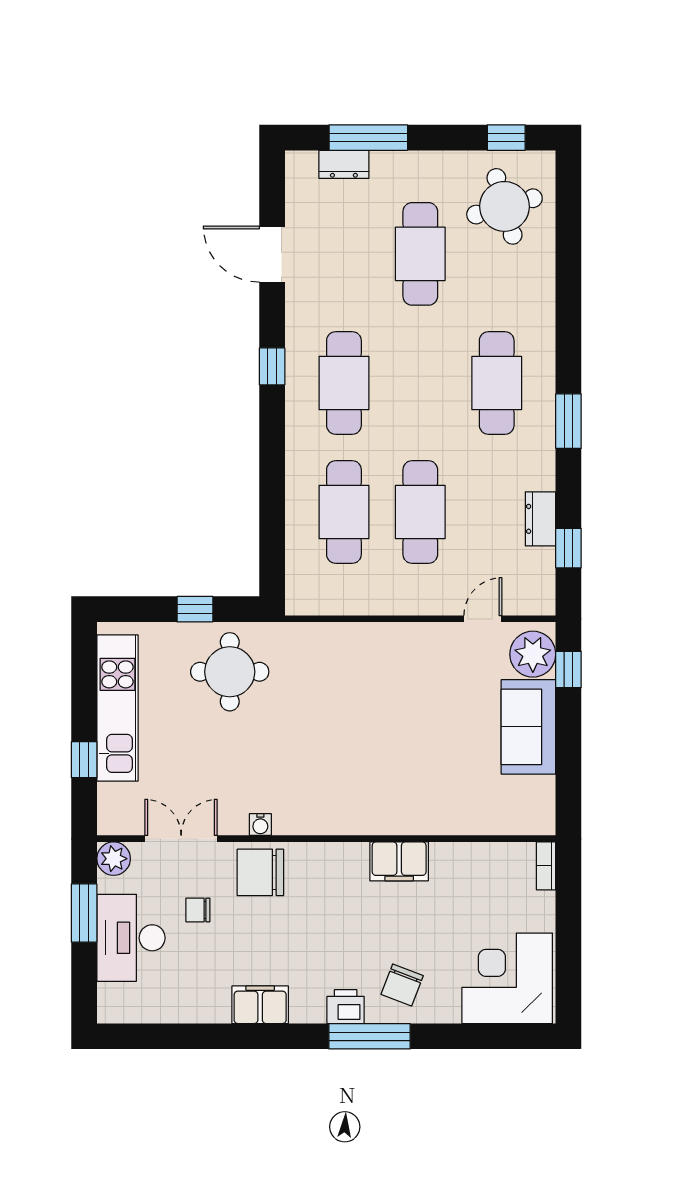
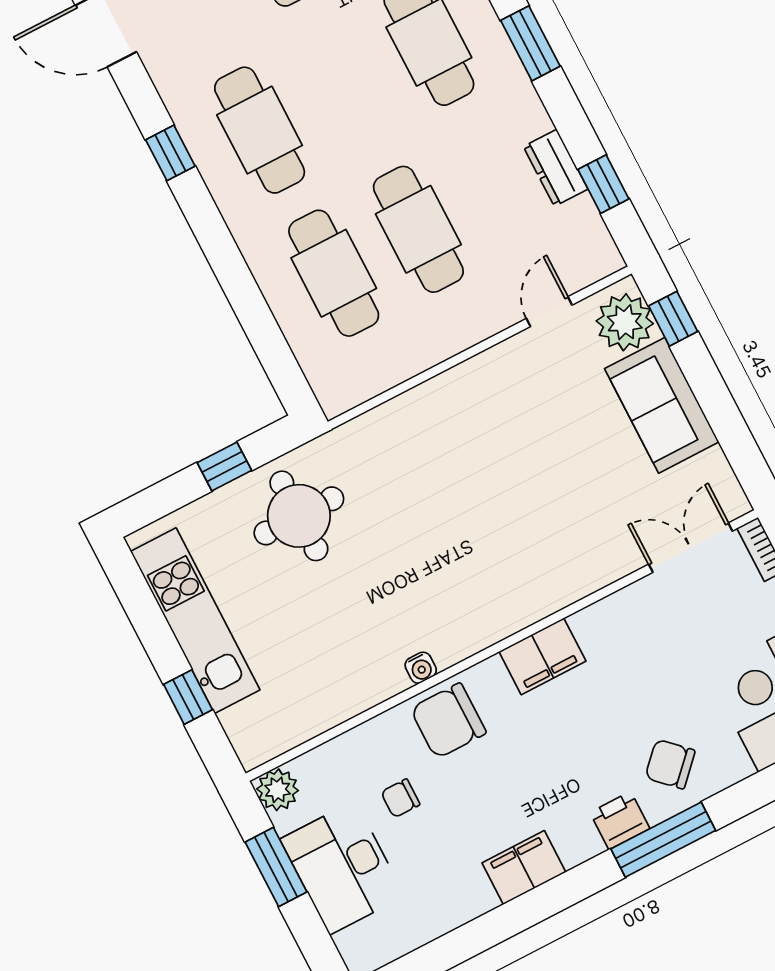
double door: (181, 839) -> (691, 548), moved
filing cabinet: (399, 861) -> (542, 656), moved
chair: (402, 985) -> (670, 764), turned 113

